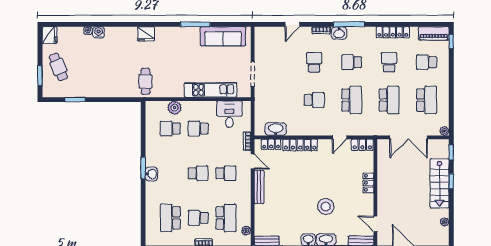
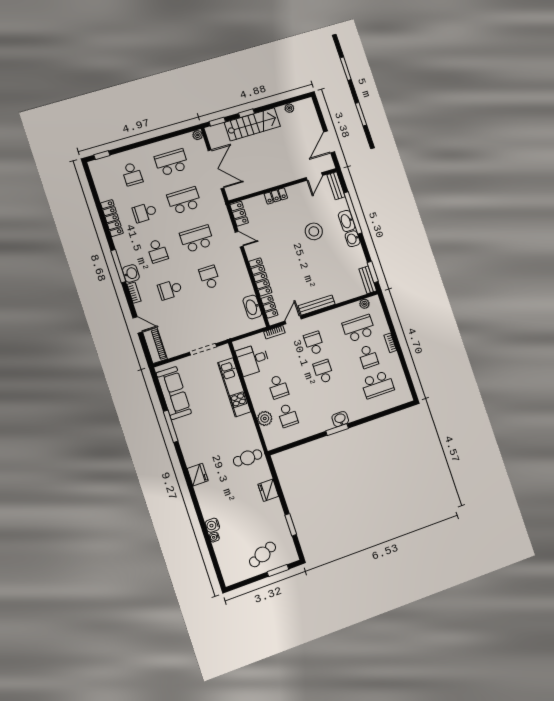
piano: (434, 33) -> (155, 346), moved
fridge: (50, 35) -> (268, 490), moved, turned -90

